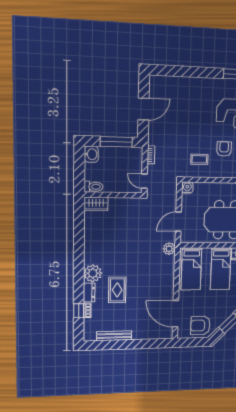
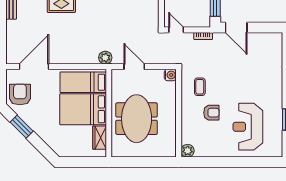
door: (144, 109) -> (236, 27), moved
door: (144, 181) -> (176, 30), hinge flipped
bed: (221, 269) -> (83, 109), width x1.50

